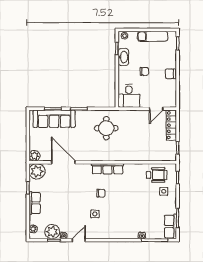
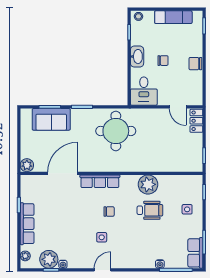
washbasin: (123, 57) -> (137, 57), moved
door: (156, 109) -> (178, 107), hinge flipped
sofa: (54, 119) -> (51, 119), width x0.73
locker: (171, 125) -> (196, 121), width x0.66
round table: (106, 128) -> (116, 131), width x1.36, depth x1.36
door: (63, 162) -> (63, 173), hinge flipped
row of seats: (108, 169) -> (100, 181), moved
plant: (37, 171) -> (148, 184), moved
wheelchair: (157, 175) -> (150, 210), moved
row of seats: (35, 203) -> (27, 224), width x1.48
door: (79, 240) -> (103, 270), moved

